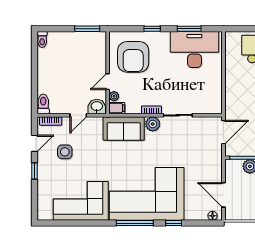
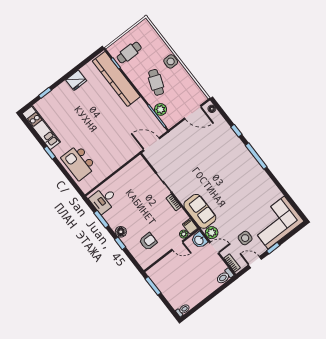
floor lamp: (163, 38) -> (121, 232), added
desk: (194, 49) -> (104, 200), width x0.53, depth x0.77
armchair: (133, 57) -> (148, 242), width x0.53, depth x0.53
plant: (153, 124) -> (212, 233), moved
corner sofa: (147, 194) -> (231, 163), removed
door: (223, 195) -> (193, 112), hinge flipped
corner sofa: (81, 201) -> (276, 222), moved, turned 90

